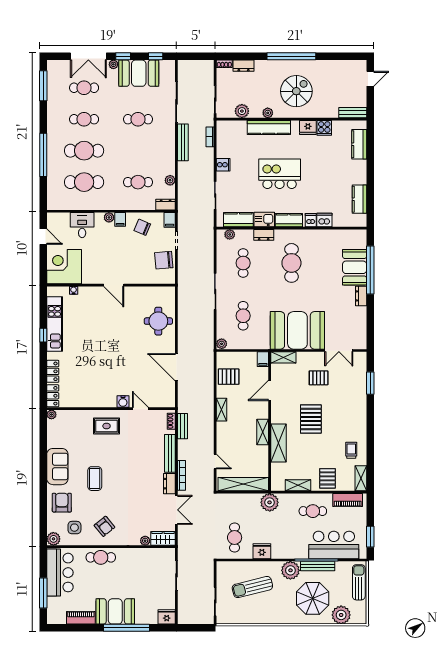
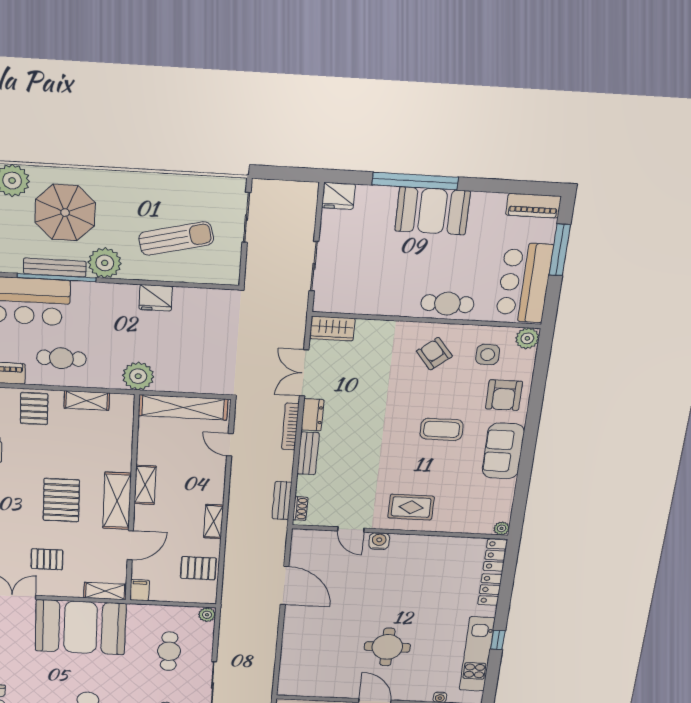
round table: (158, 321) -> (387, 647), moved
shelving: (279, 443) -> (117, 501), moved
bench: (170, 453) -> (308, 453), width x0.73
coffee table: (95, 479) -> (442, 429), turned 90
cafe table: (235, 537) -> (204, 323), removed
plant: (145, 541) -> (365, 327), removed
piano: (81, 618) -> (533, 206), moved

